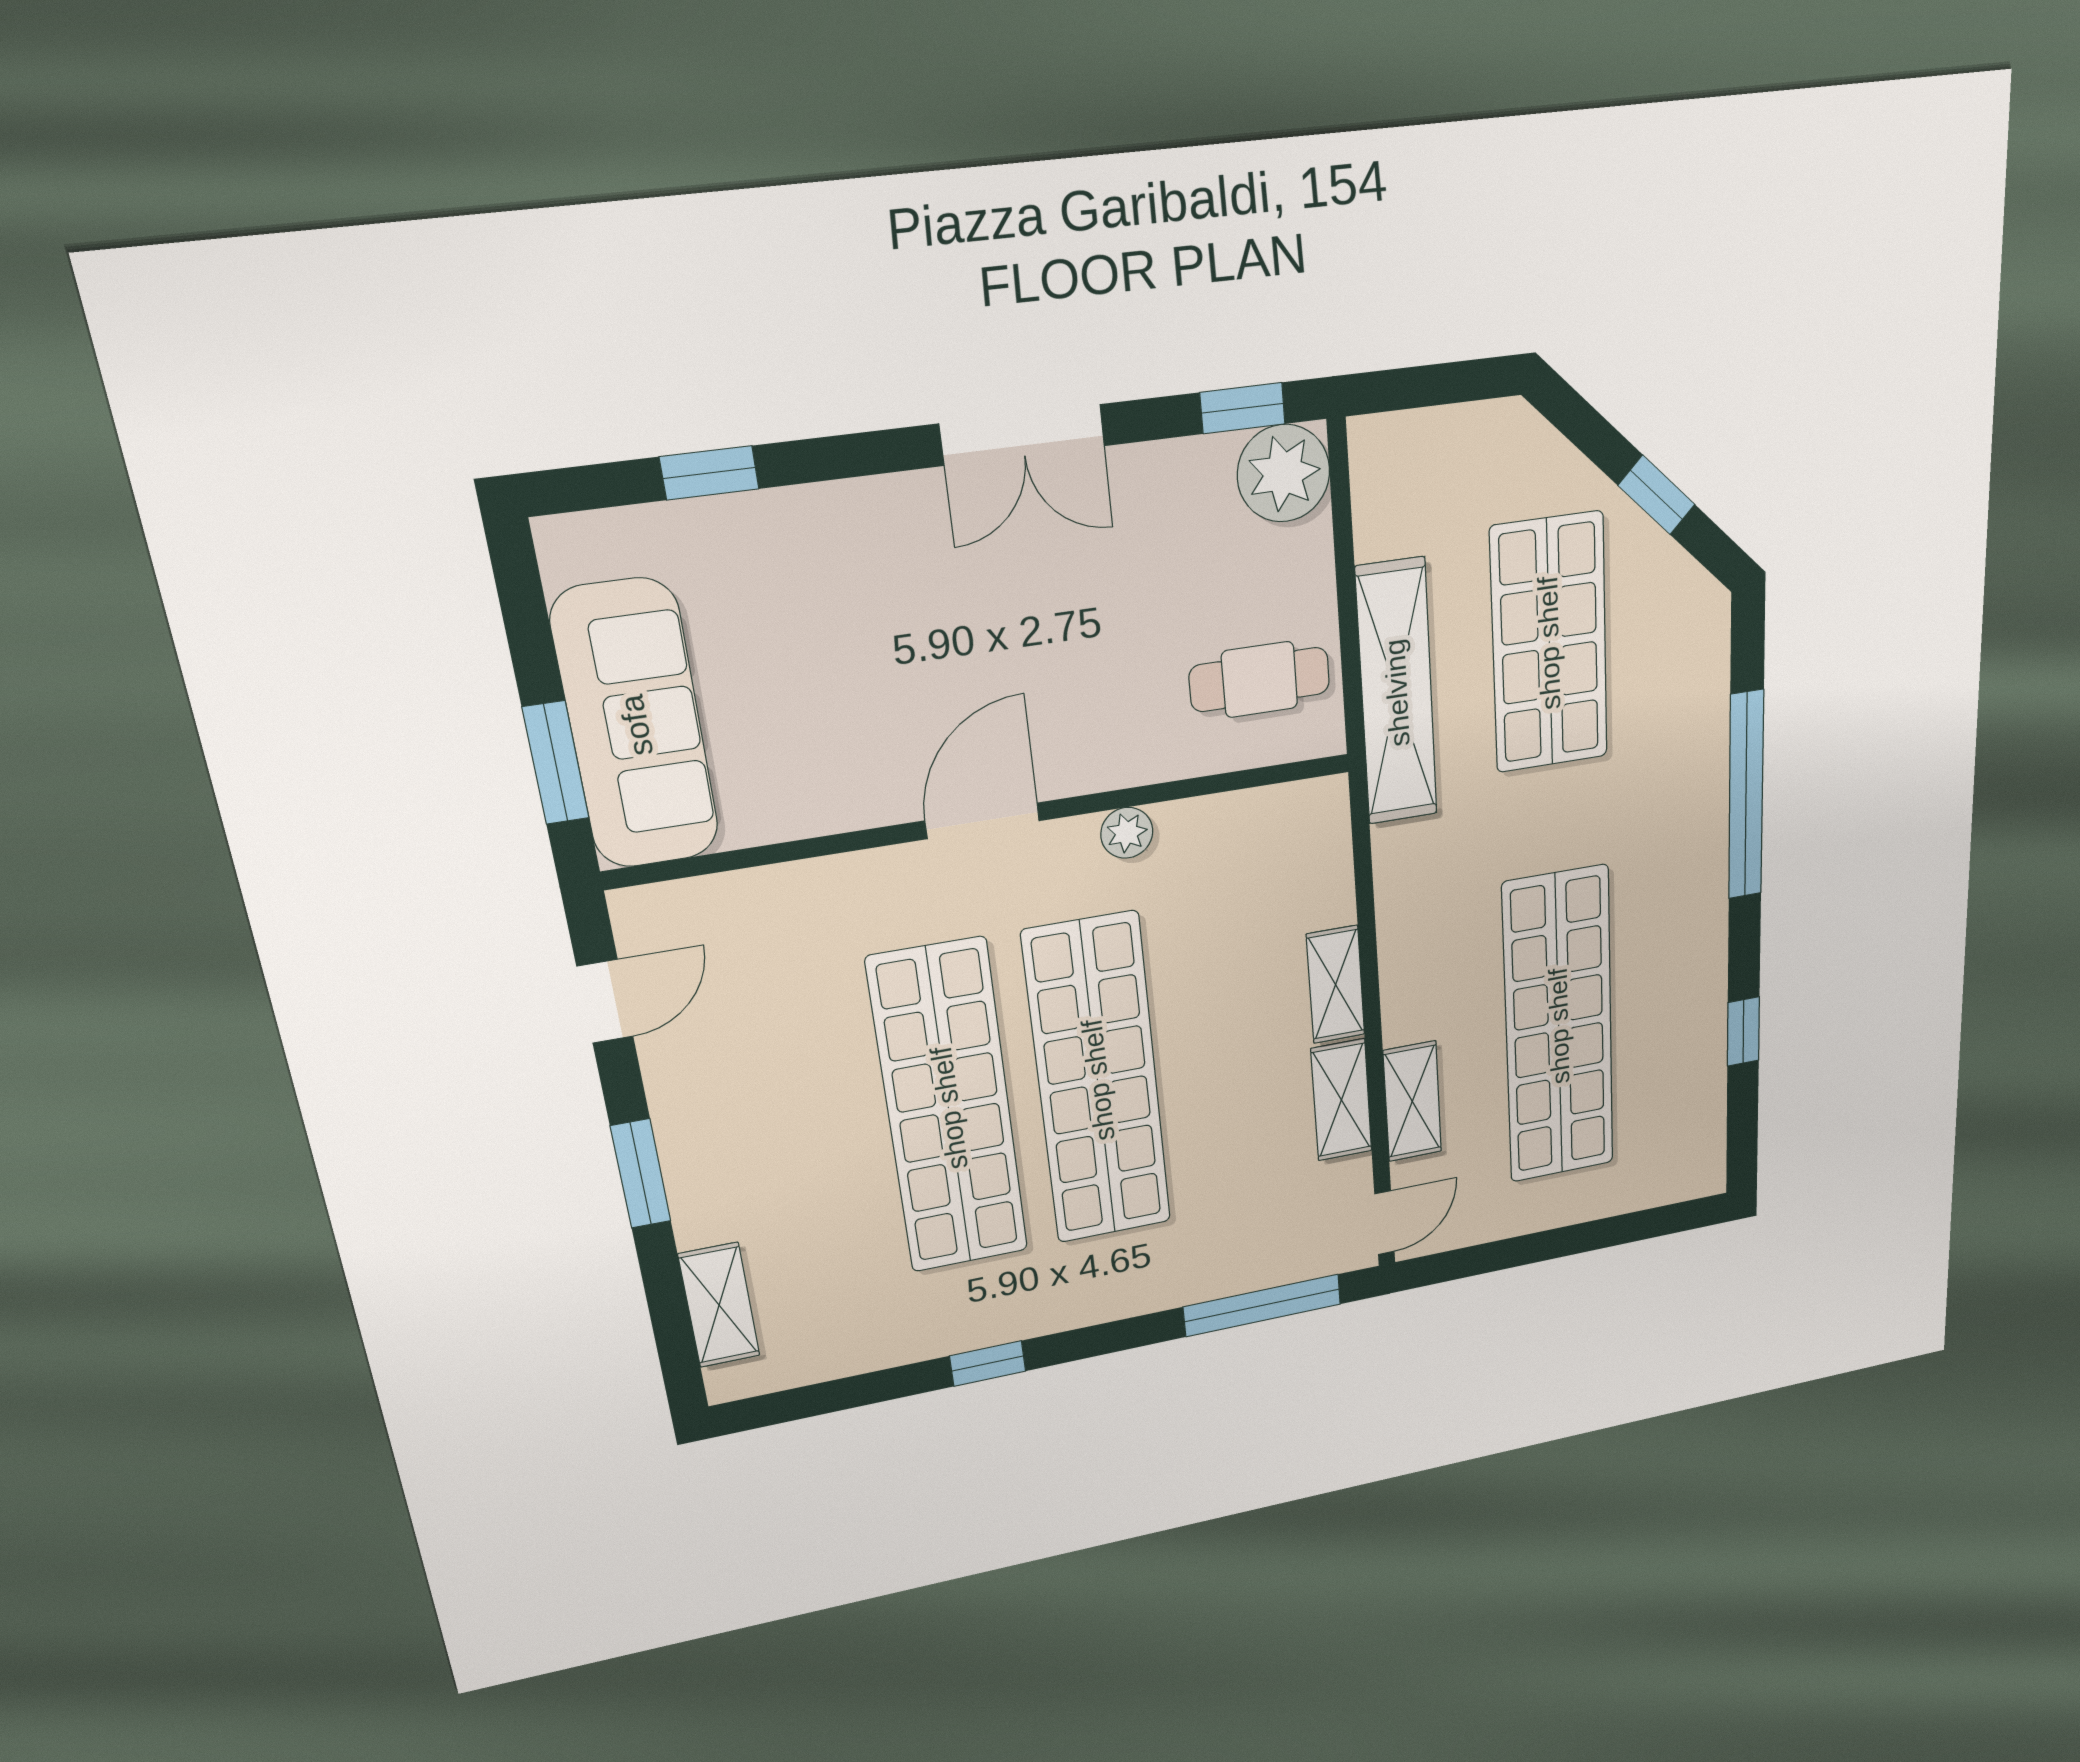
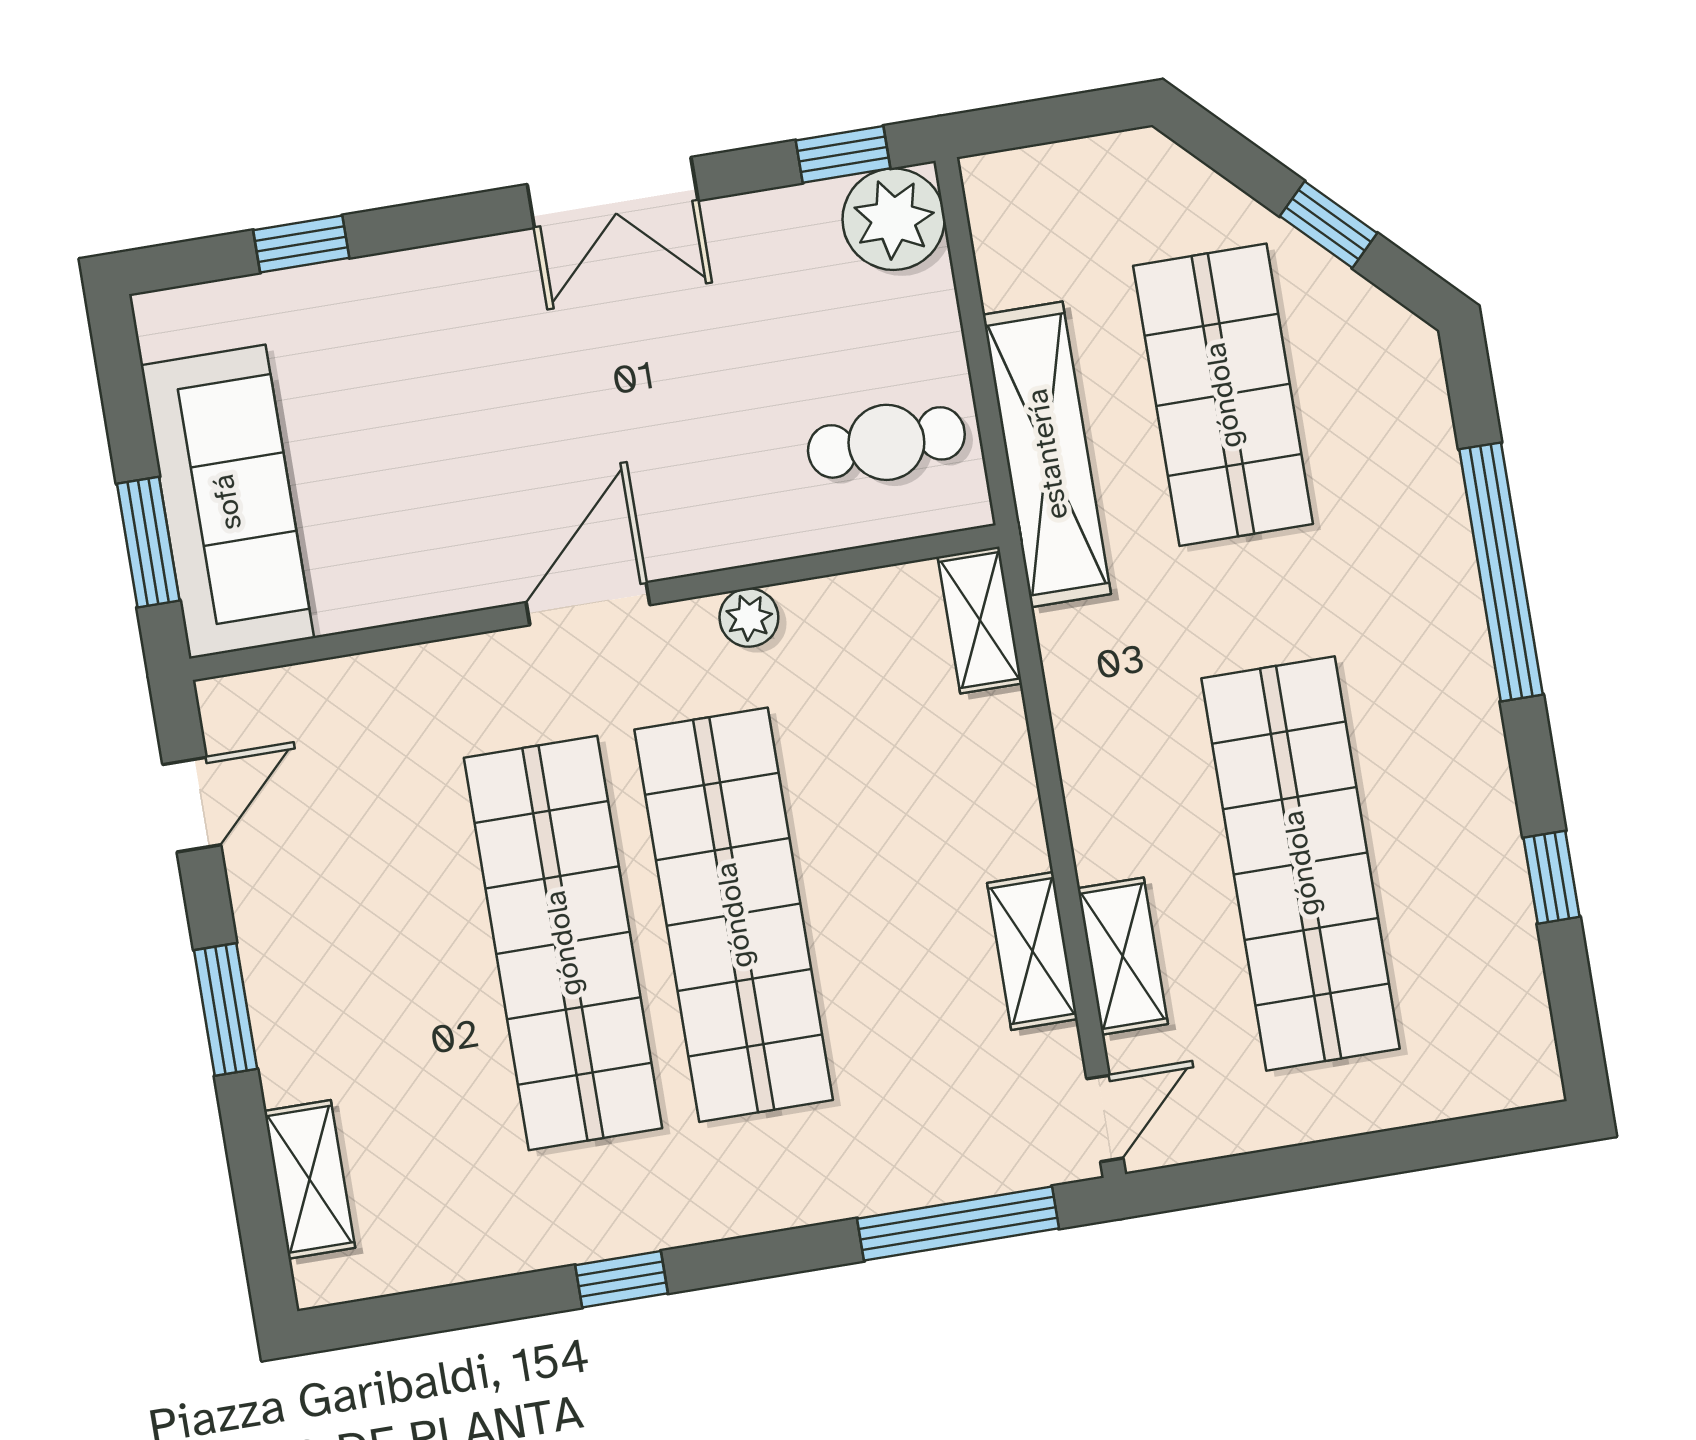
shelving: (1336, 984) -> (980, 620), moved

